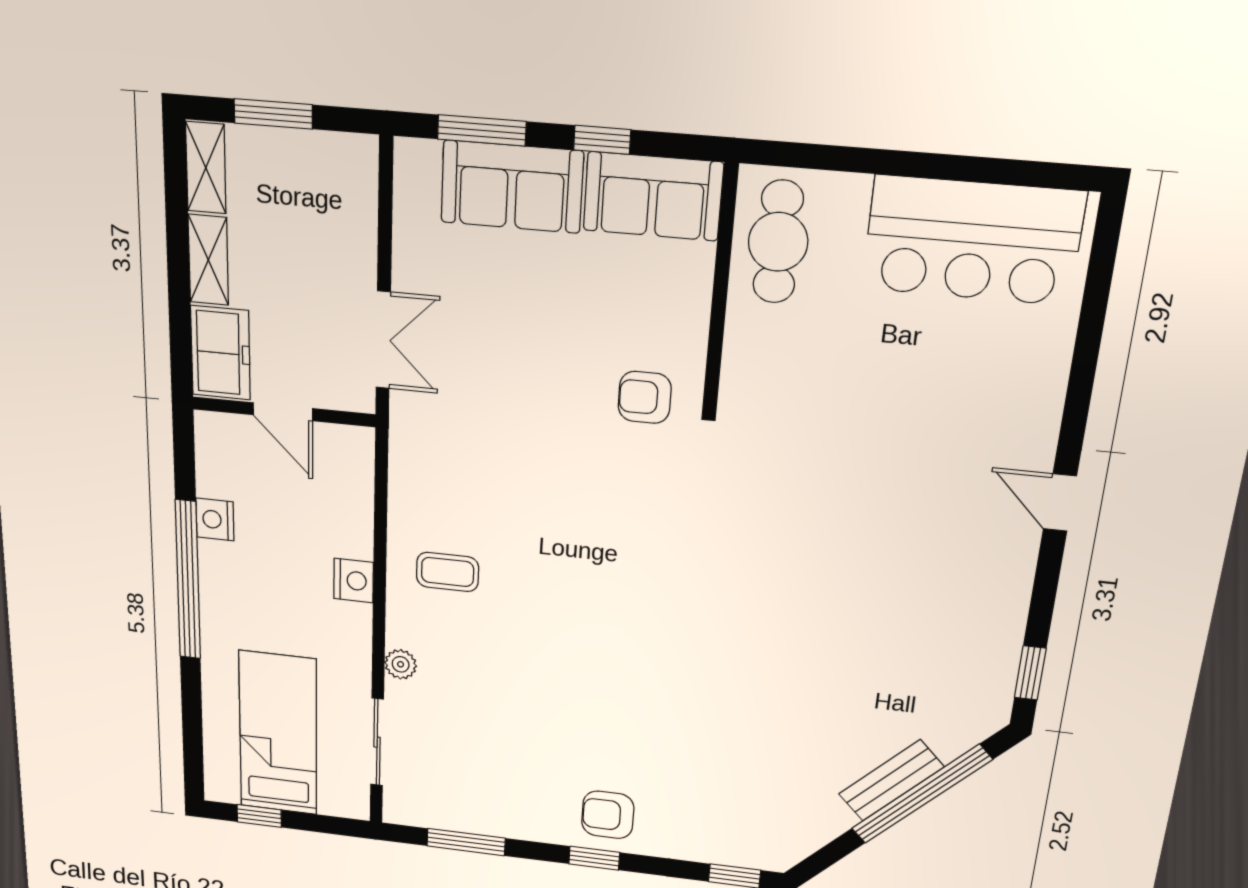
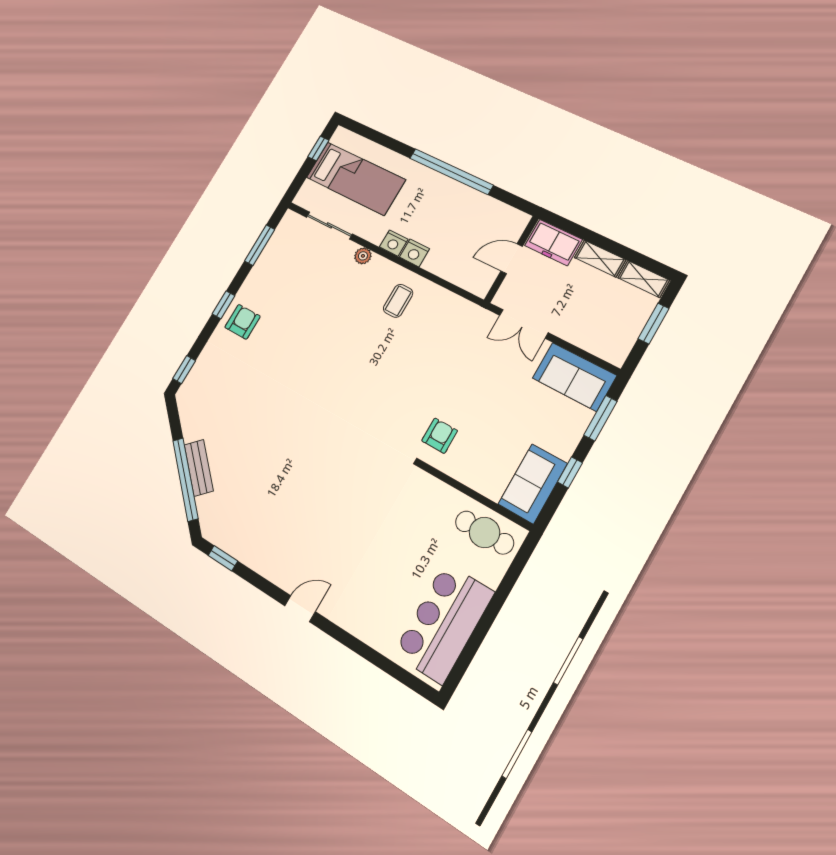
sofa: (512, 187) -> (574, 377), moved, turned -90
nightstand: (215, 520) -> (394, 243), moved, turned 180

